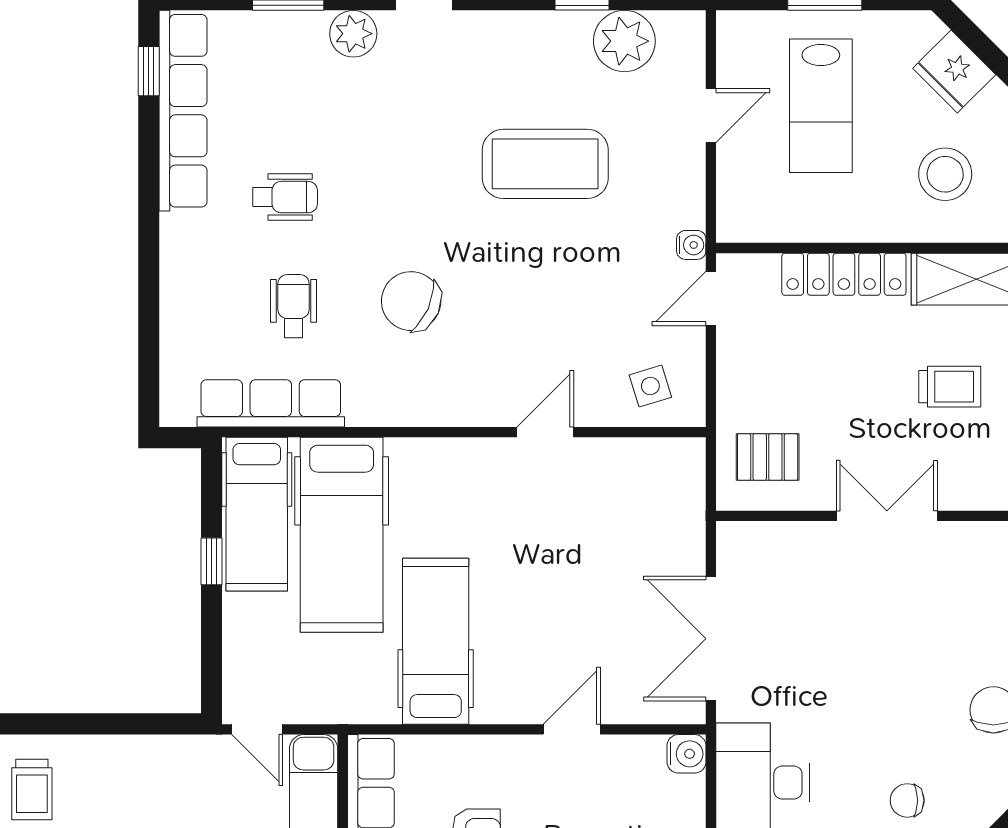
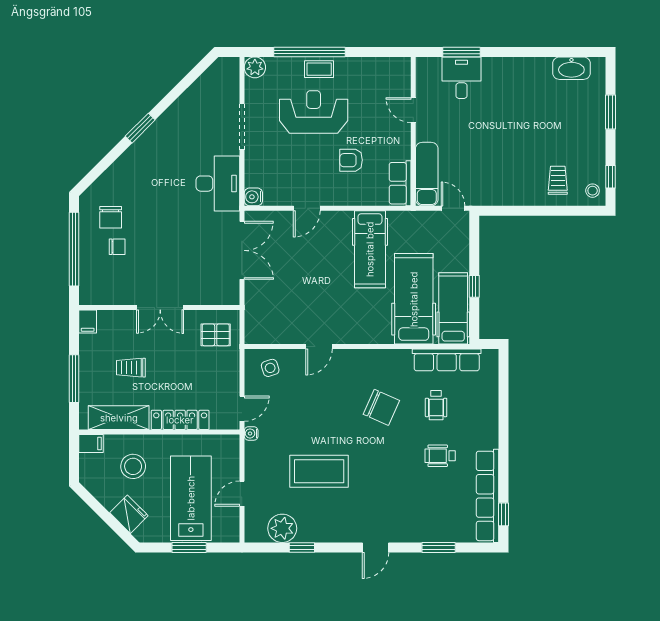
plant: (353, 34) -> (408, 532), removed
lab bench: (821, 106) -> (191, 498), width x1.36, depth x1.39
chair: (907, 800) -> (117, 247), moved

